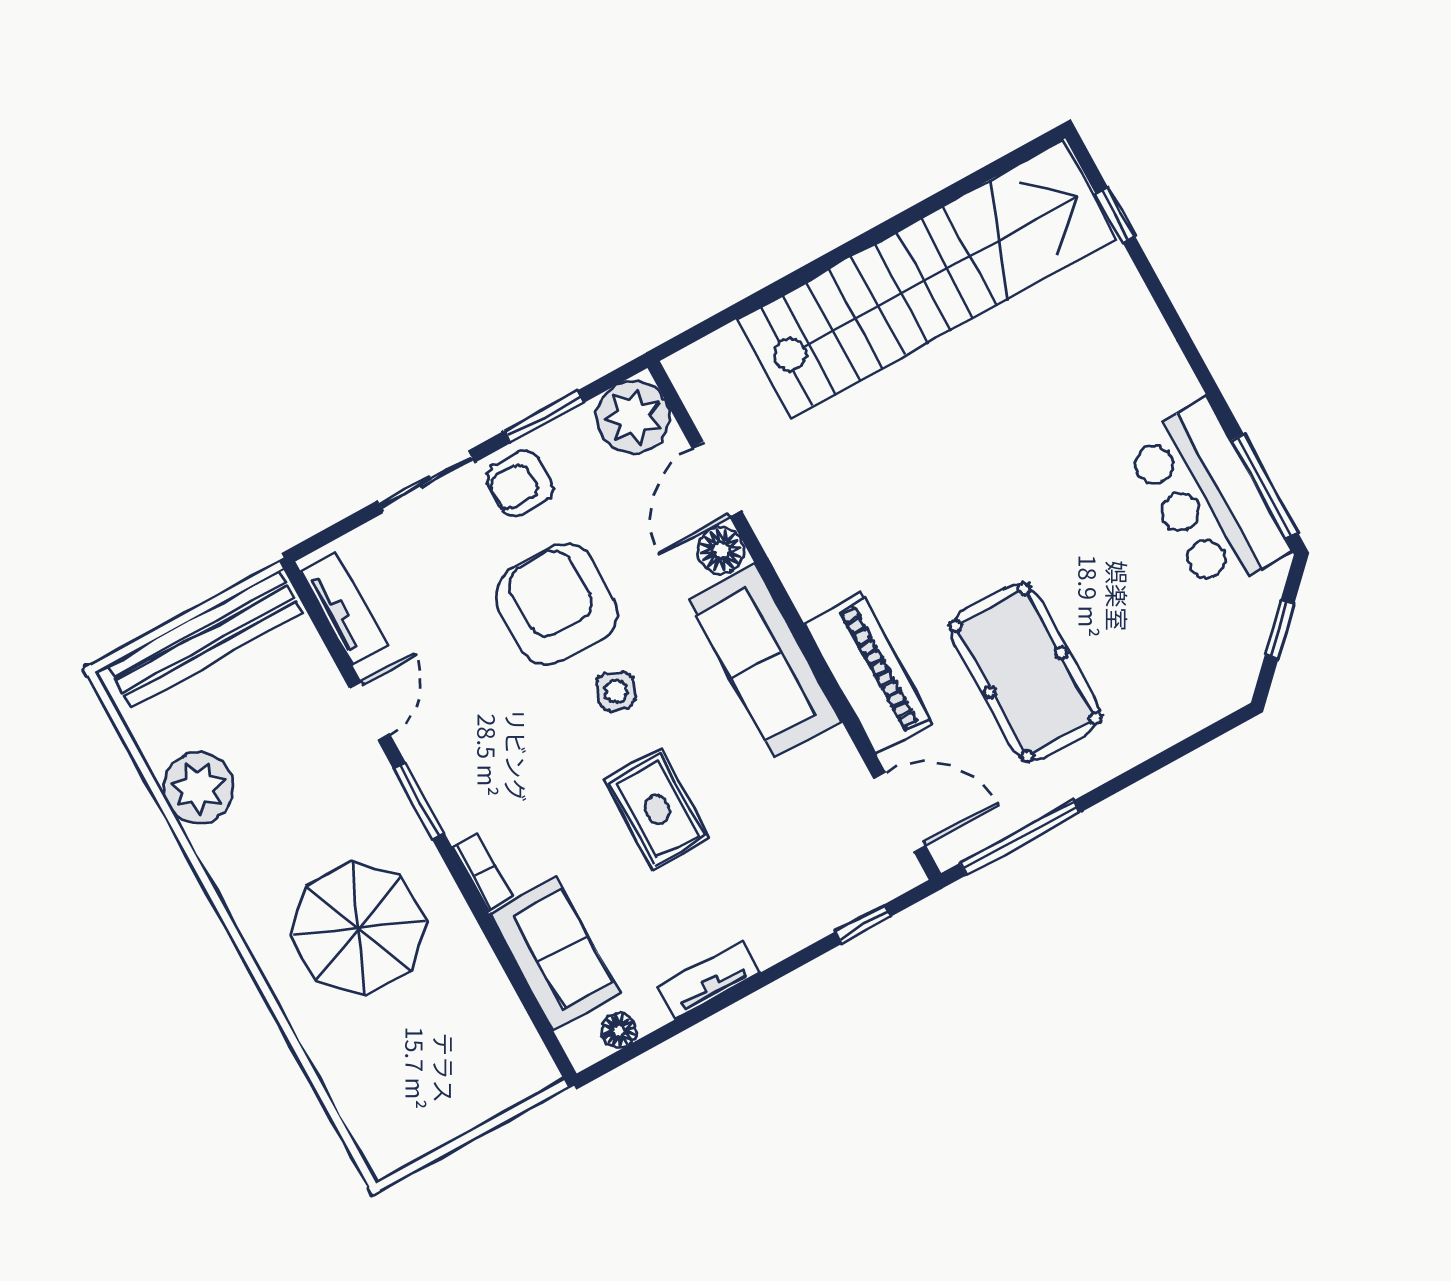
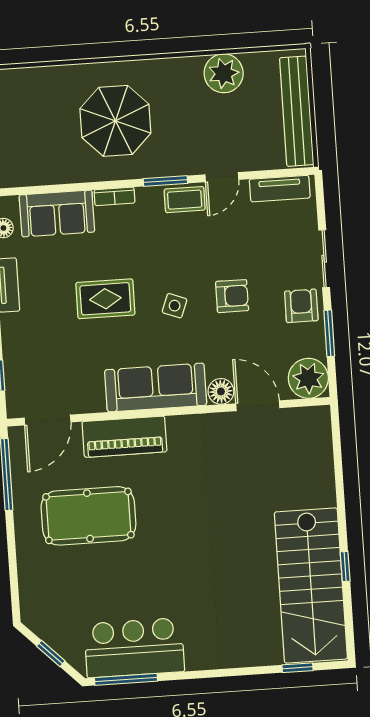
window: (913, 214) -> (345, 567), added
stairs: (927, 279) -> (311, 585), width x0.73
armchair: (557, 604) -> (232, 296), width x0.53, depth x0.53
door: (370, 711) -> (222, 177), hinge flipped
coffee table: (435, 755) -> (185, 200), added

